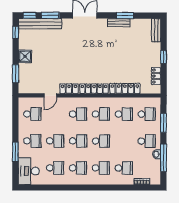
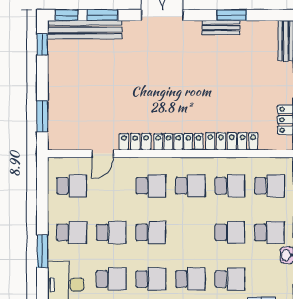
shower: (25, 56) -> (59, 86), removed
school desk: (101, 141) -> (230, 232), moved

